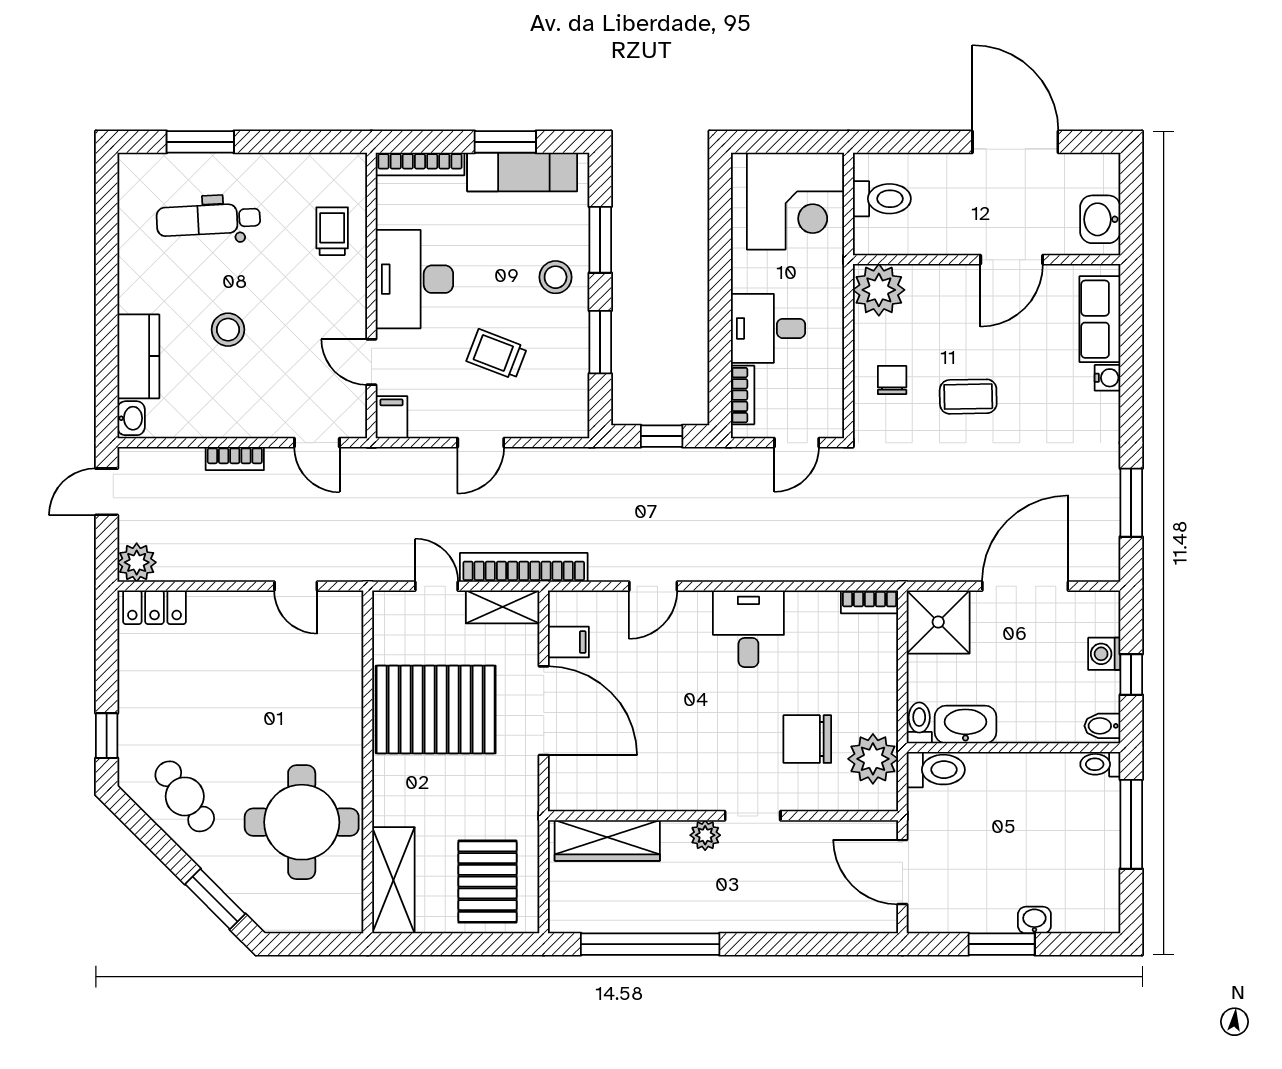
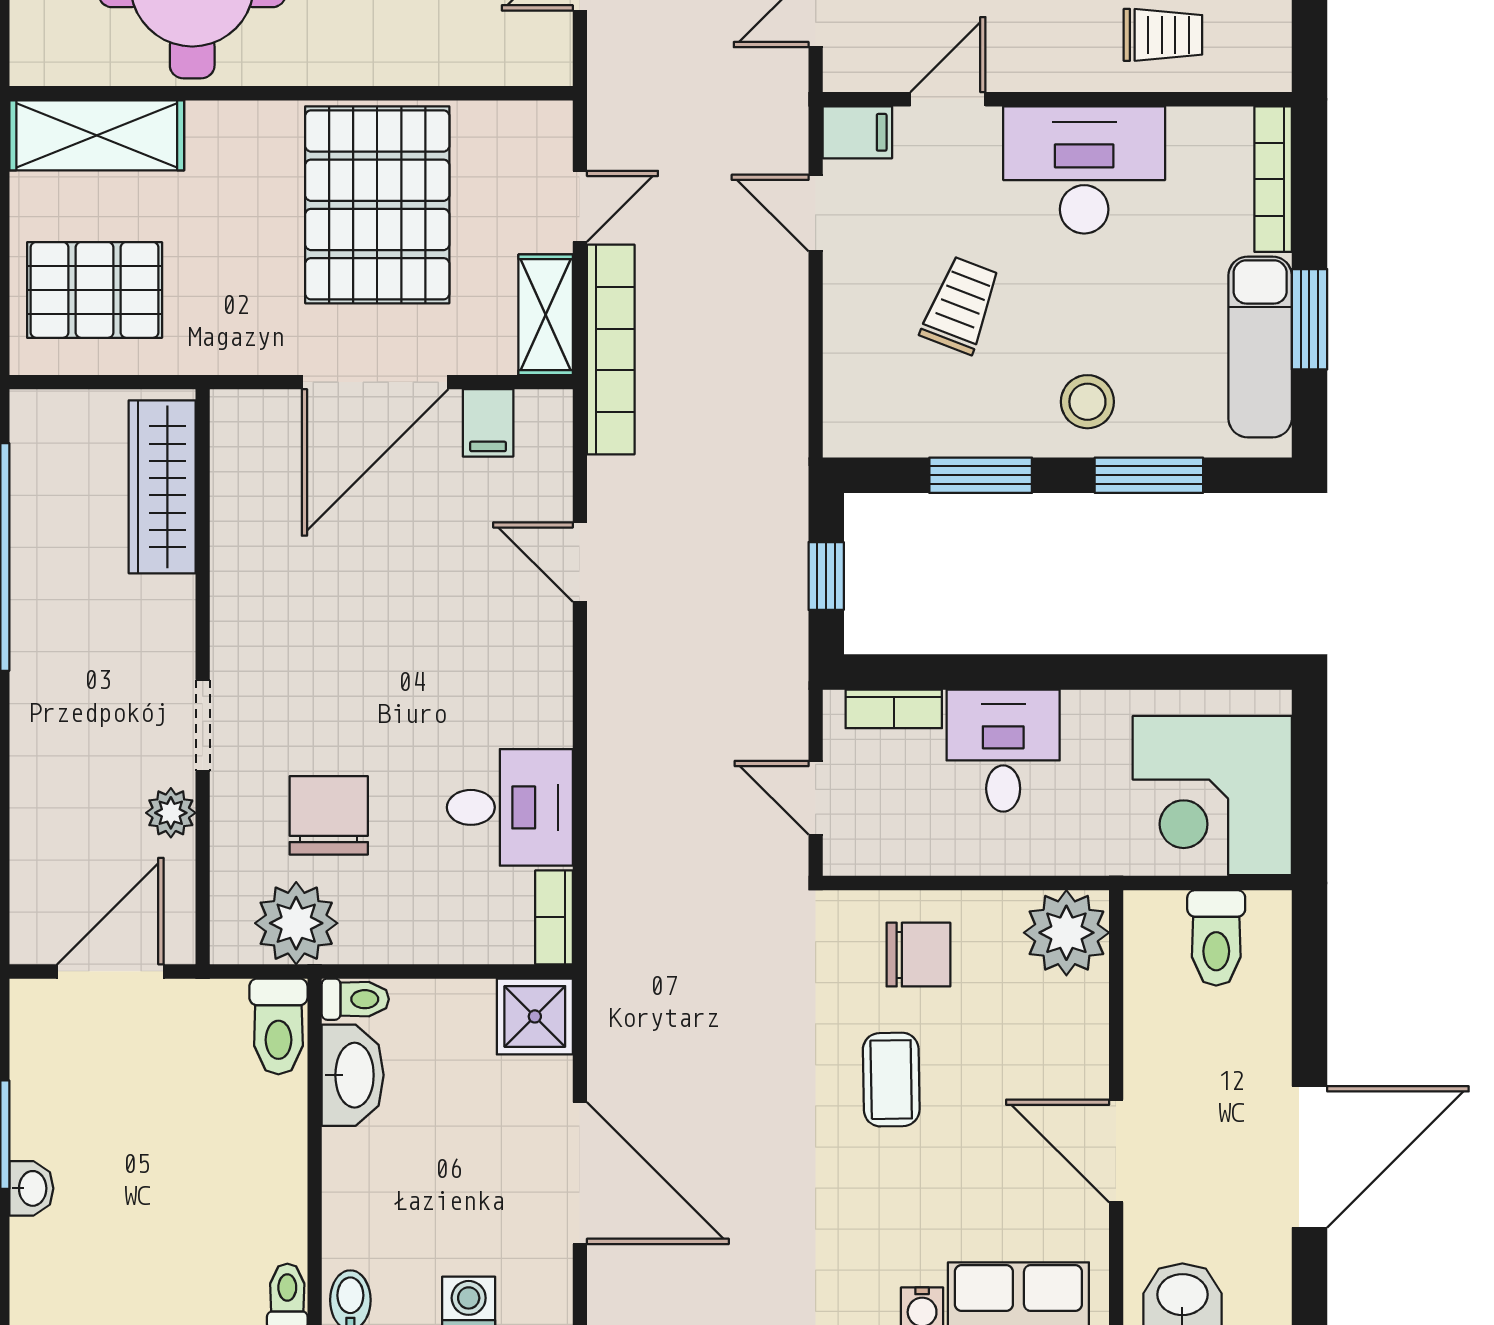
chair: (892, 380) -> (918, 955), width x1.37, depth x1.37
door: (481, 443) -> (816, 213), moved
shower: (938, 622) -> (535, 1016), width x0.73, depth x0.73
desk: (748, 629) -> (510, 807), moved
plant: (705, 835) -> (171, 813), moved

